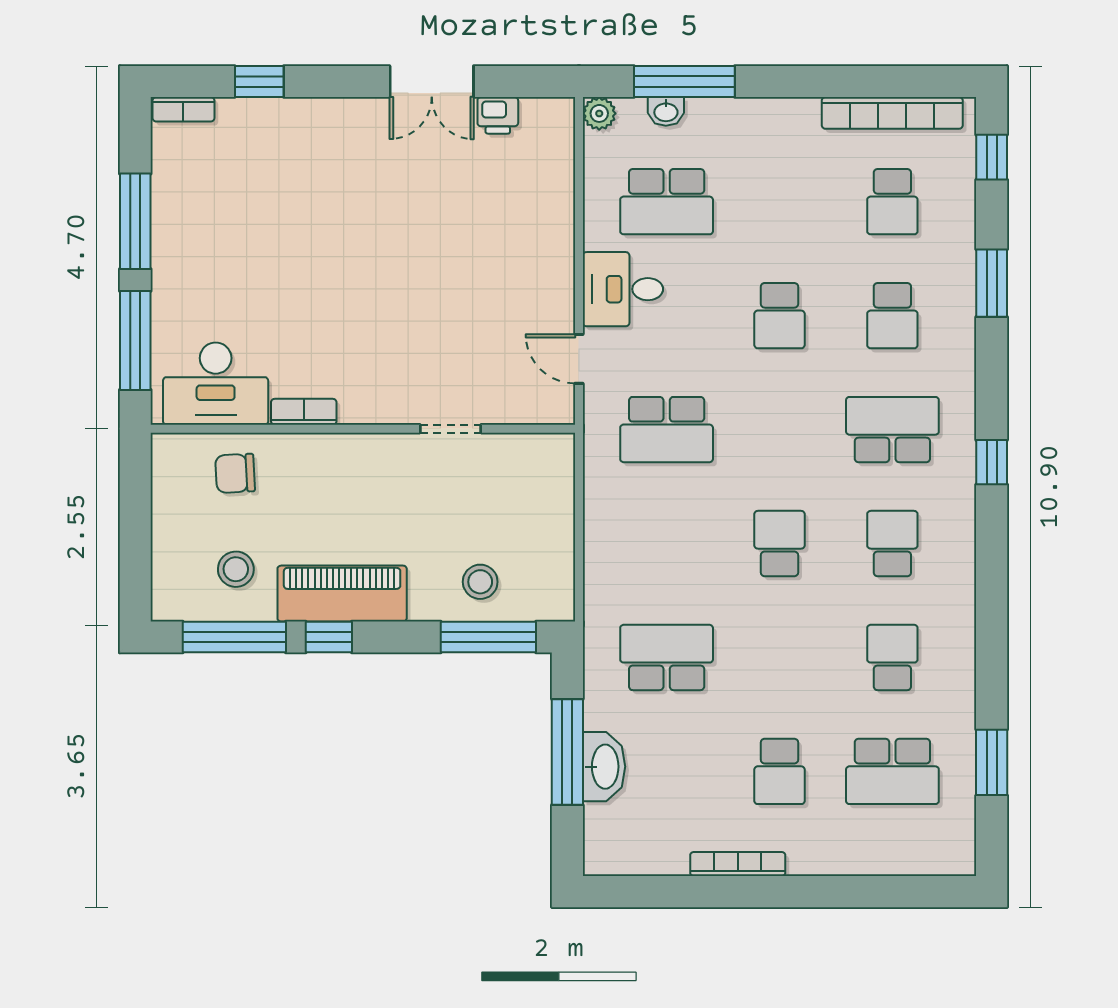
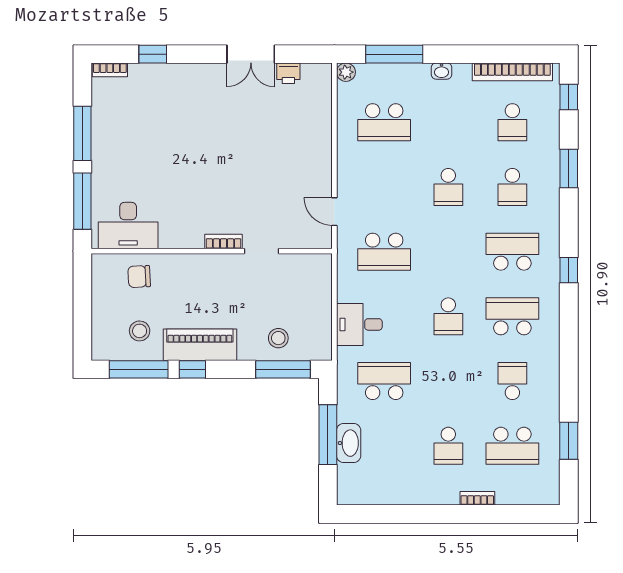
washbasin: (666, 111) -> (442, 71), moved
desk: (623, 289) -> (359, 324), moved
bookcase: (304, 412) -> (223, 242), moved
school desk: (779, 544) -> (448, 316), turned 180
school desk: (892, 544) -> (512, 316), width x1.85
bookcase: (738, 864) -> (477, 498), moved, width x0.64

